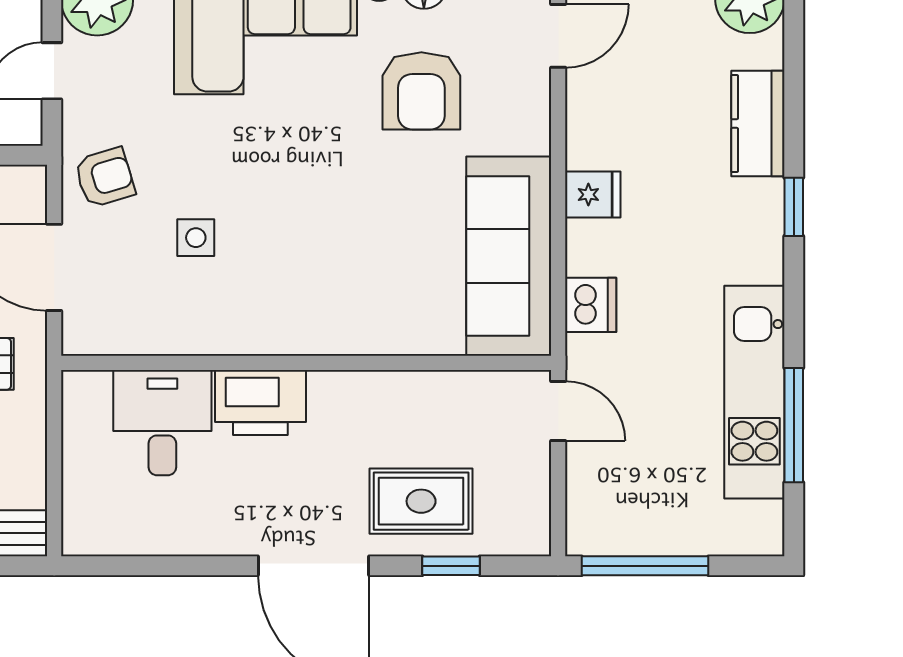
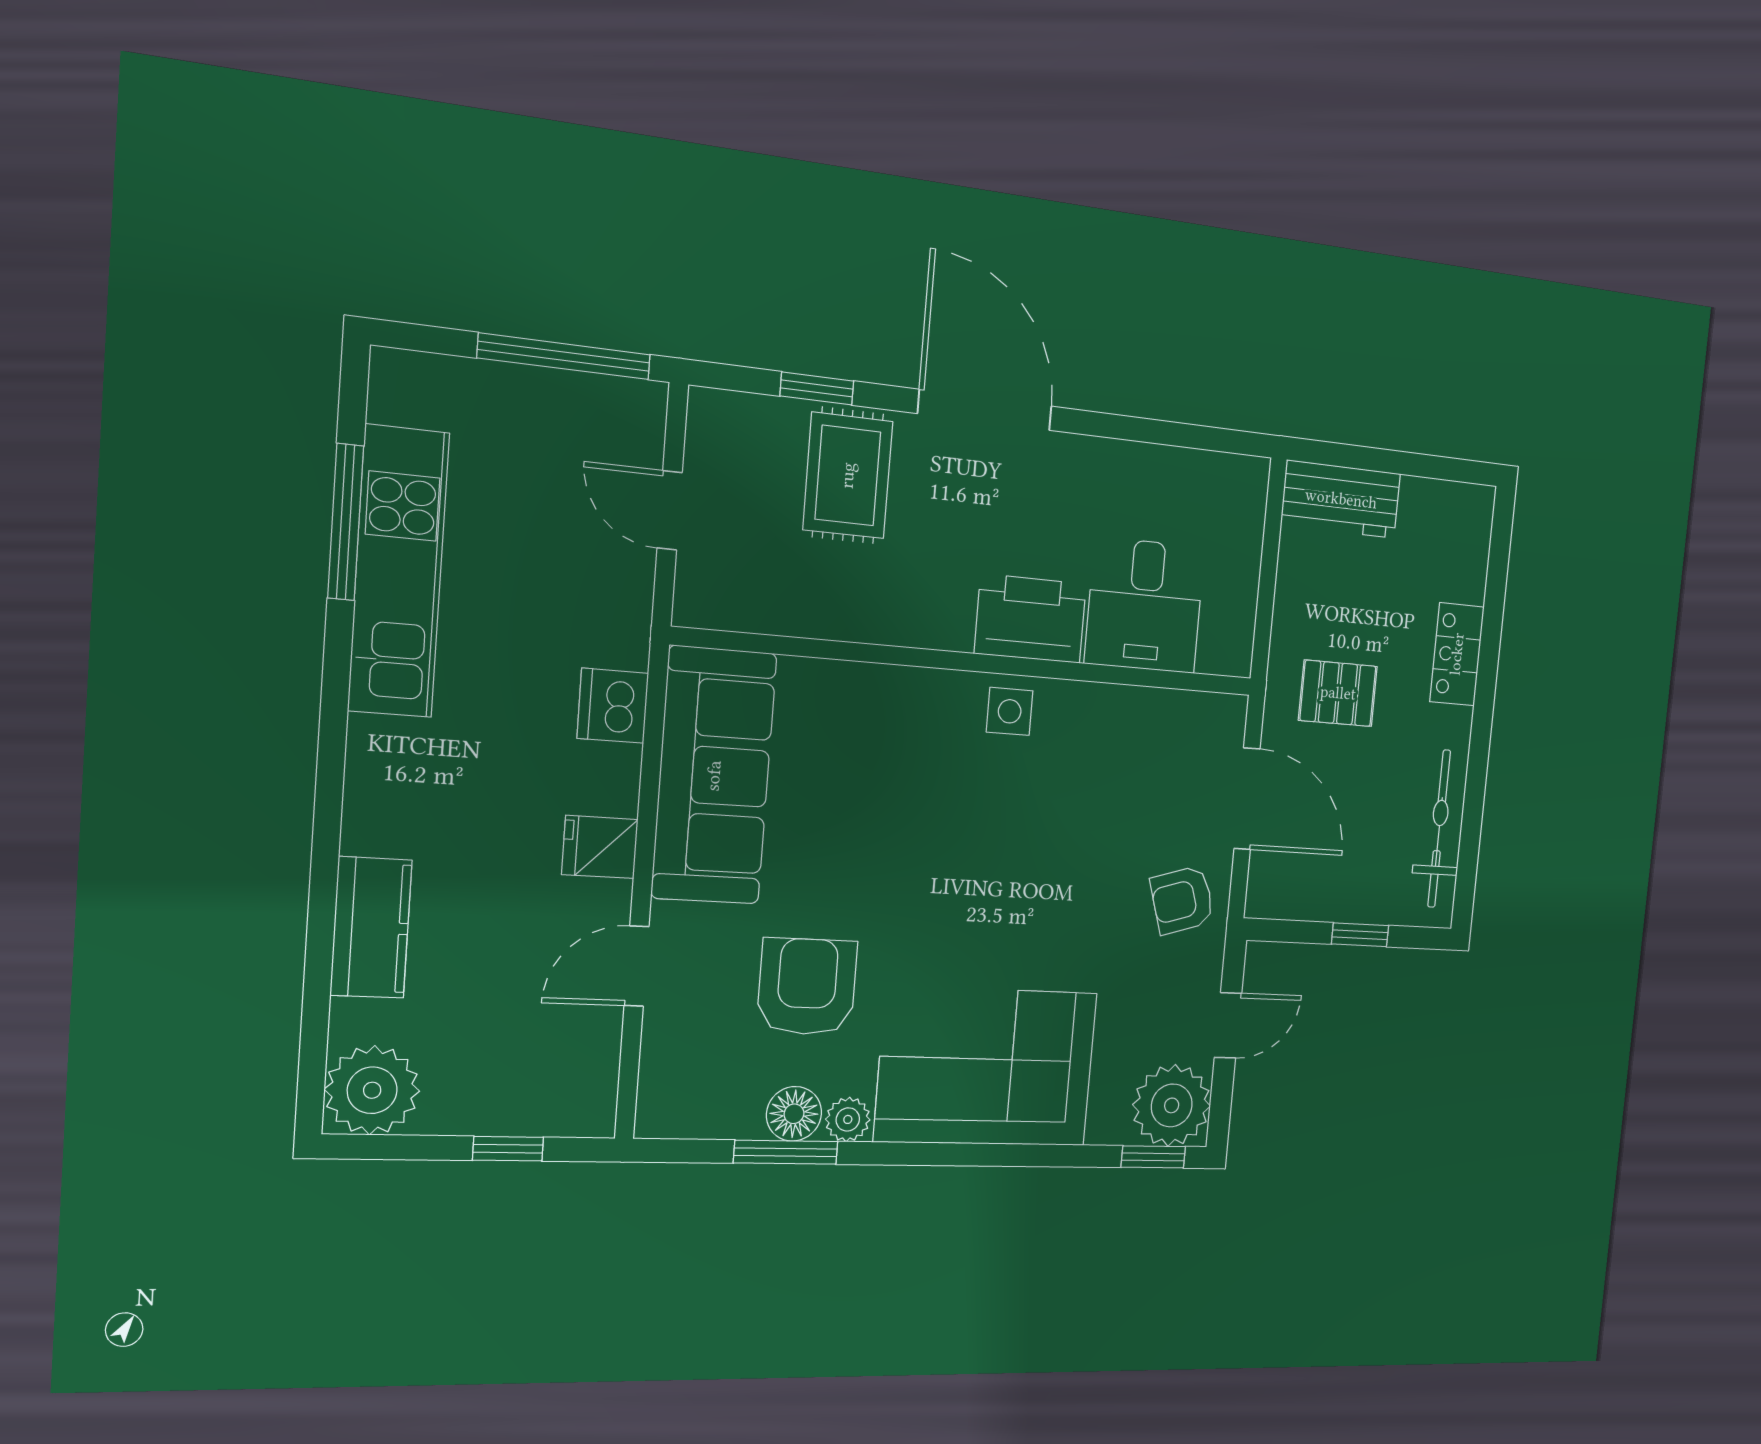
door: (558, 36) -> (637, 966), moved
window: (794, 207) -> (328, 815), removed
side table: (196, 238) -> (1010, 711), moved
door: (558, 411) -> (670, 510), moved
rug: (421, 501) -> (848, 475), turned 90

